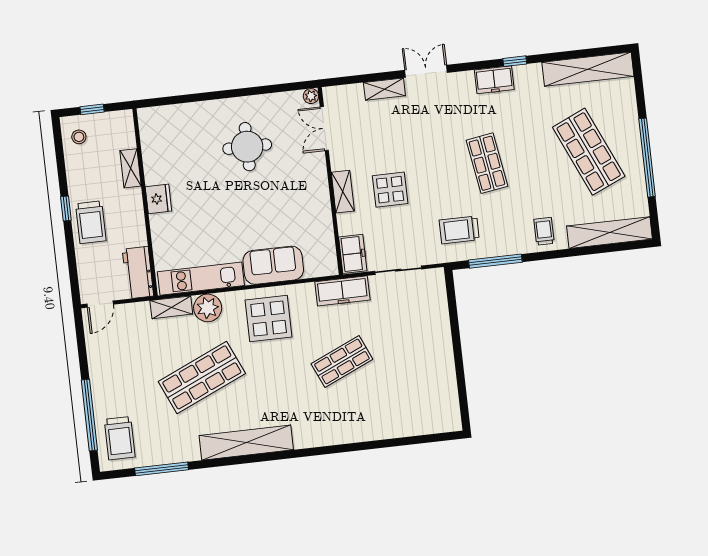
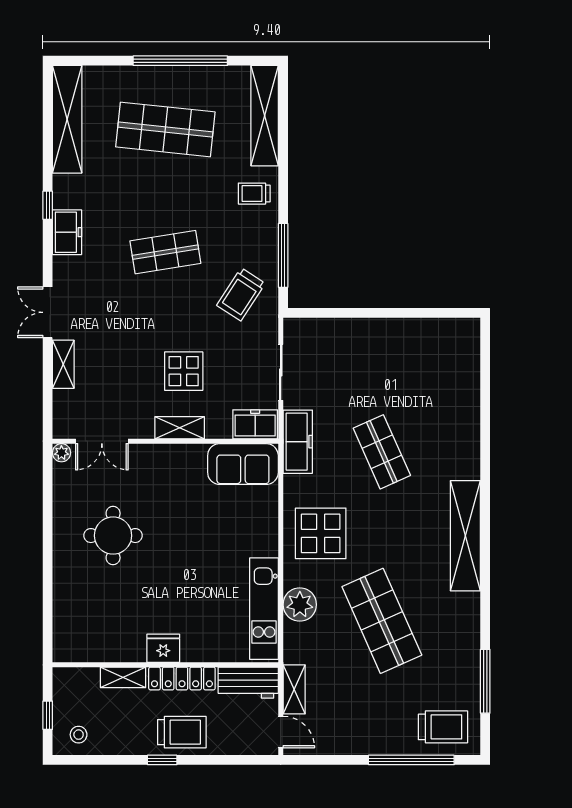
shop shelf: (589, 152) -> (165, 129), turned 30
locker: (135, 217) -> (182, 679), added
trolley: (459, 230) -> (241, 294), turned 33
sofa: (273, 265) -> (243, 464), moved, turned -90
shelving: (171, 307) -> (294, 689), moved
shelving: (246, 443) -> (465, 536), moved

